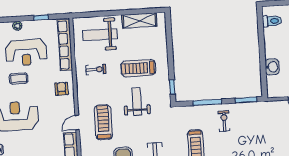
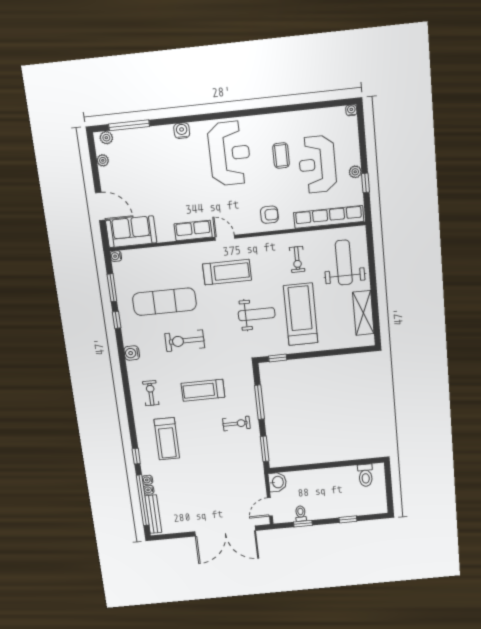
plant: (17, 26) -> (355, 172), moved
washbasin: (272, 67) -> (277, 482), moved, turned -90
treadmill: (138, 68) -> (301, 314), width x1.37, depth x1.38

